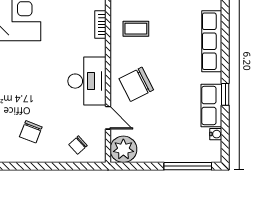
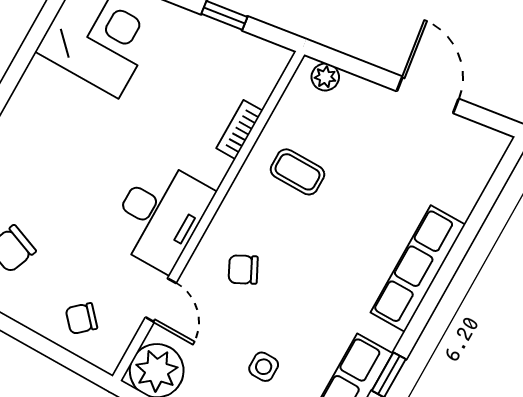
chair: (136, 84) -> (243, 270), width x0.54, depth x0.54
side table: (169, 121) -> (264, 367), added

